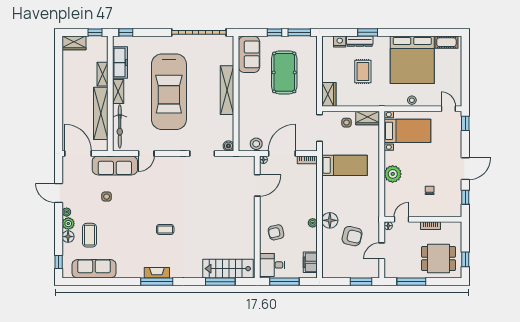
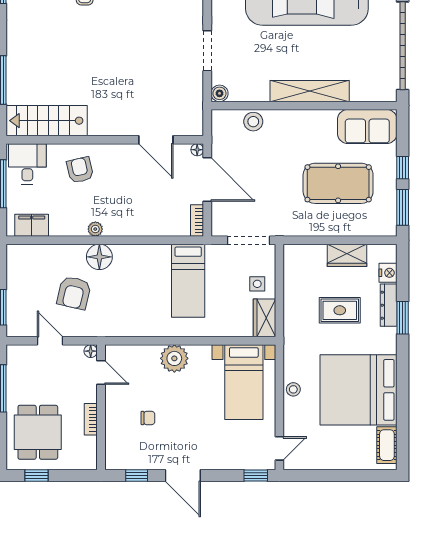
wardrobe: (329, 94) -> (347, 255), moved
stool: (256, 144) -> (253, 122), moved
stairs: (228, 269) -> (47, 121), moved, turned -90

